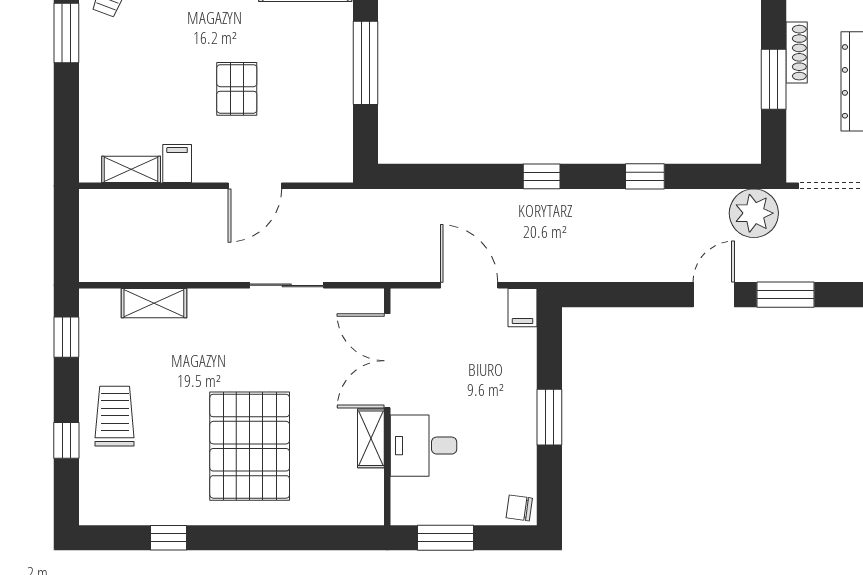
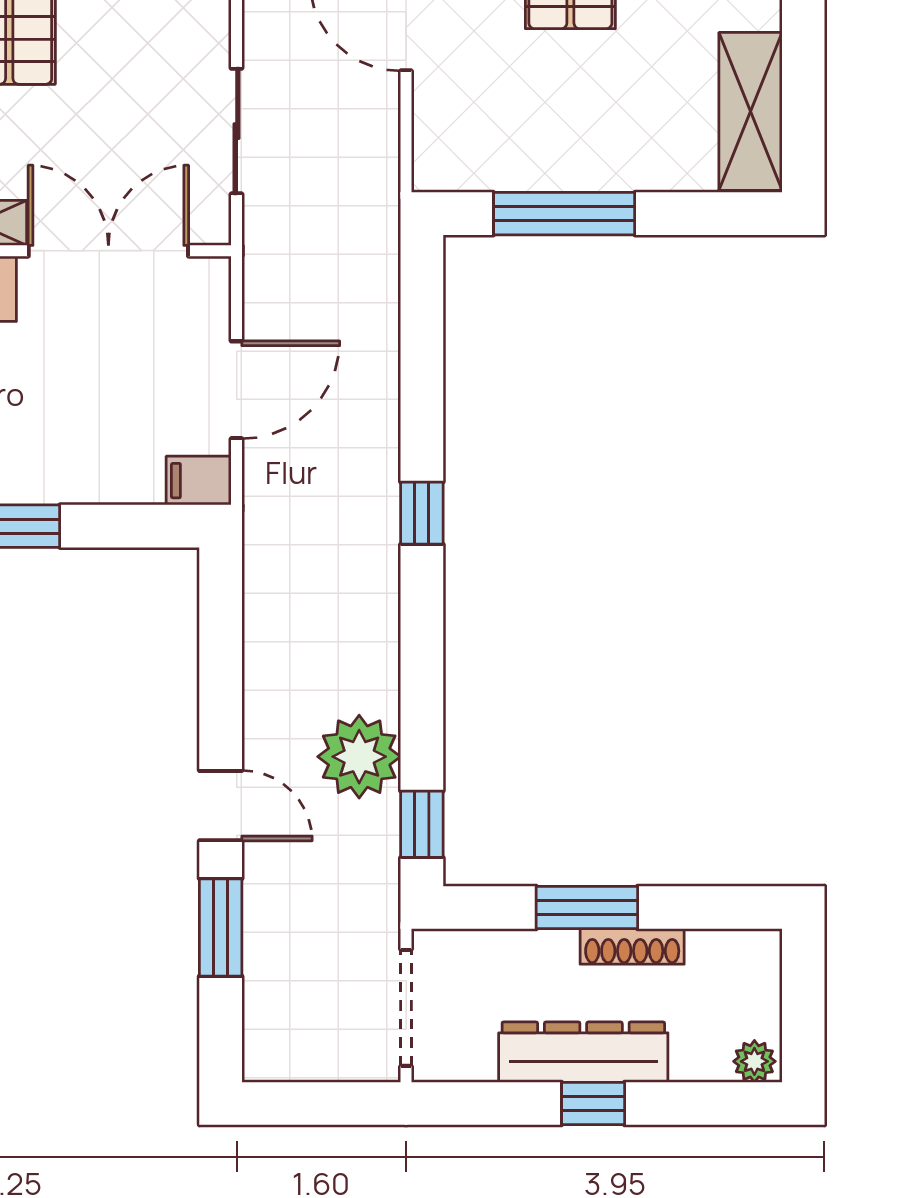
window: (366, 63) -> (564, 214), moved
window: (645, 176) -> (422, 824), moved
plant: (754, 213) -> (359, 757), moved
sliding door: (287, 285) -> (237, 131), moved

